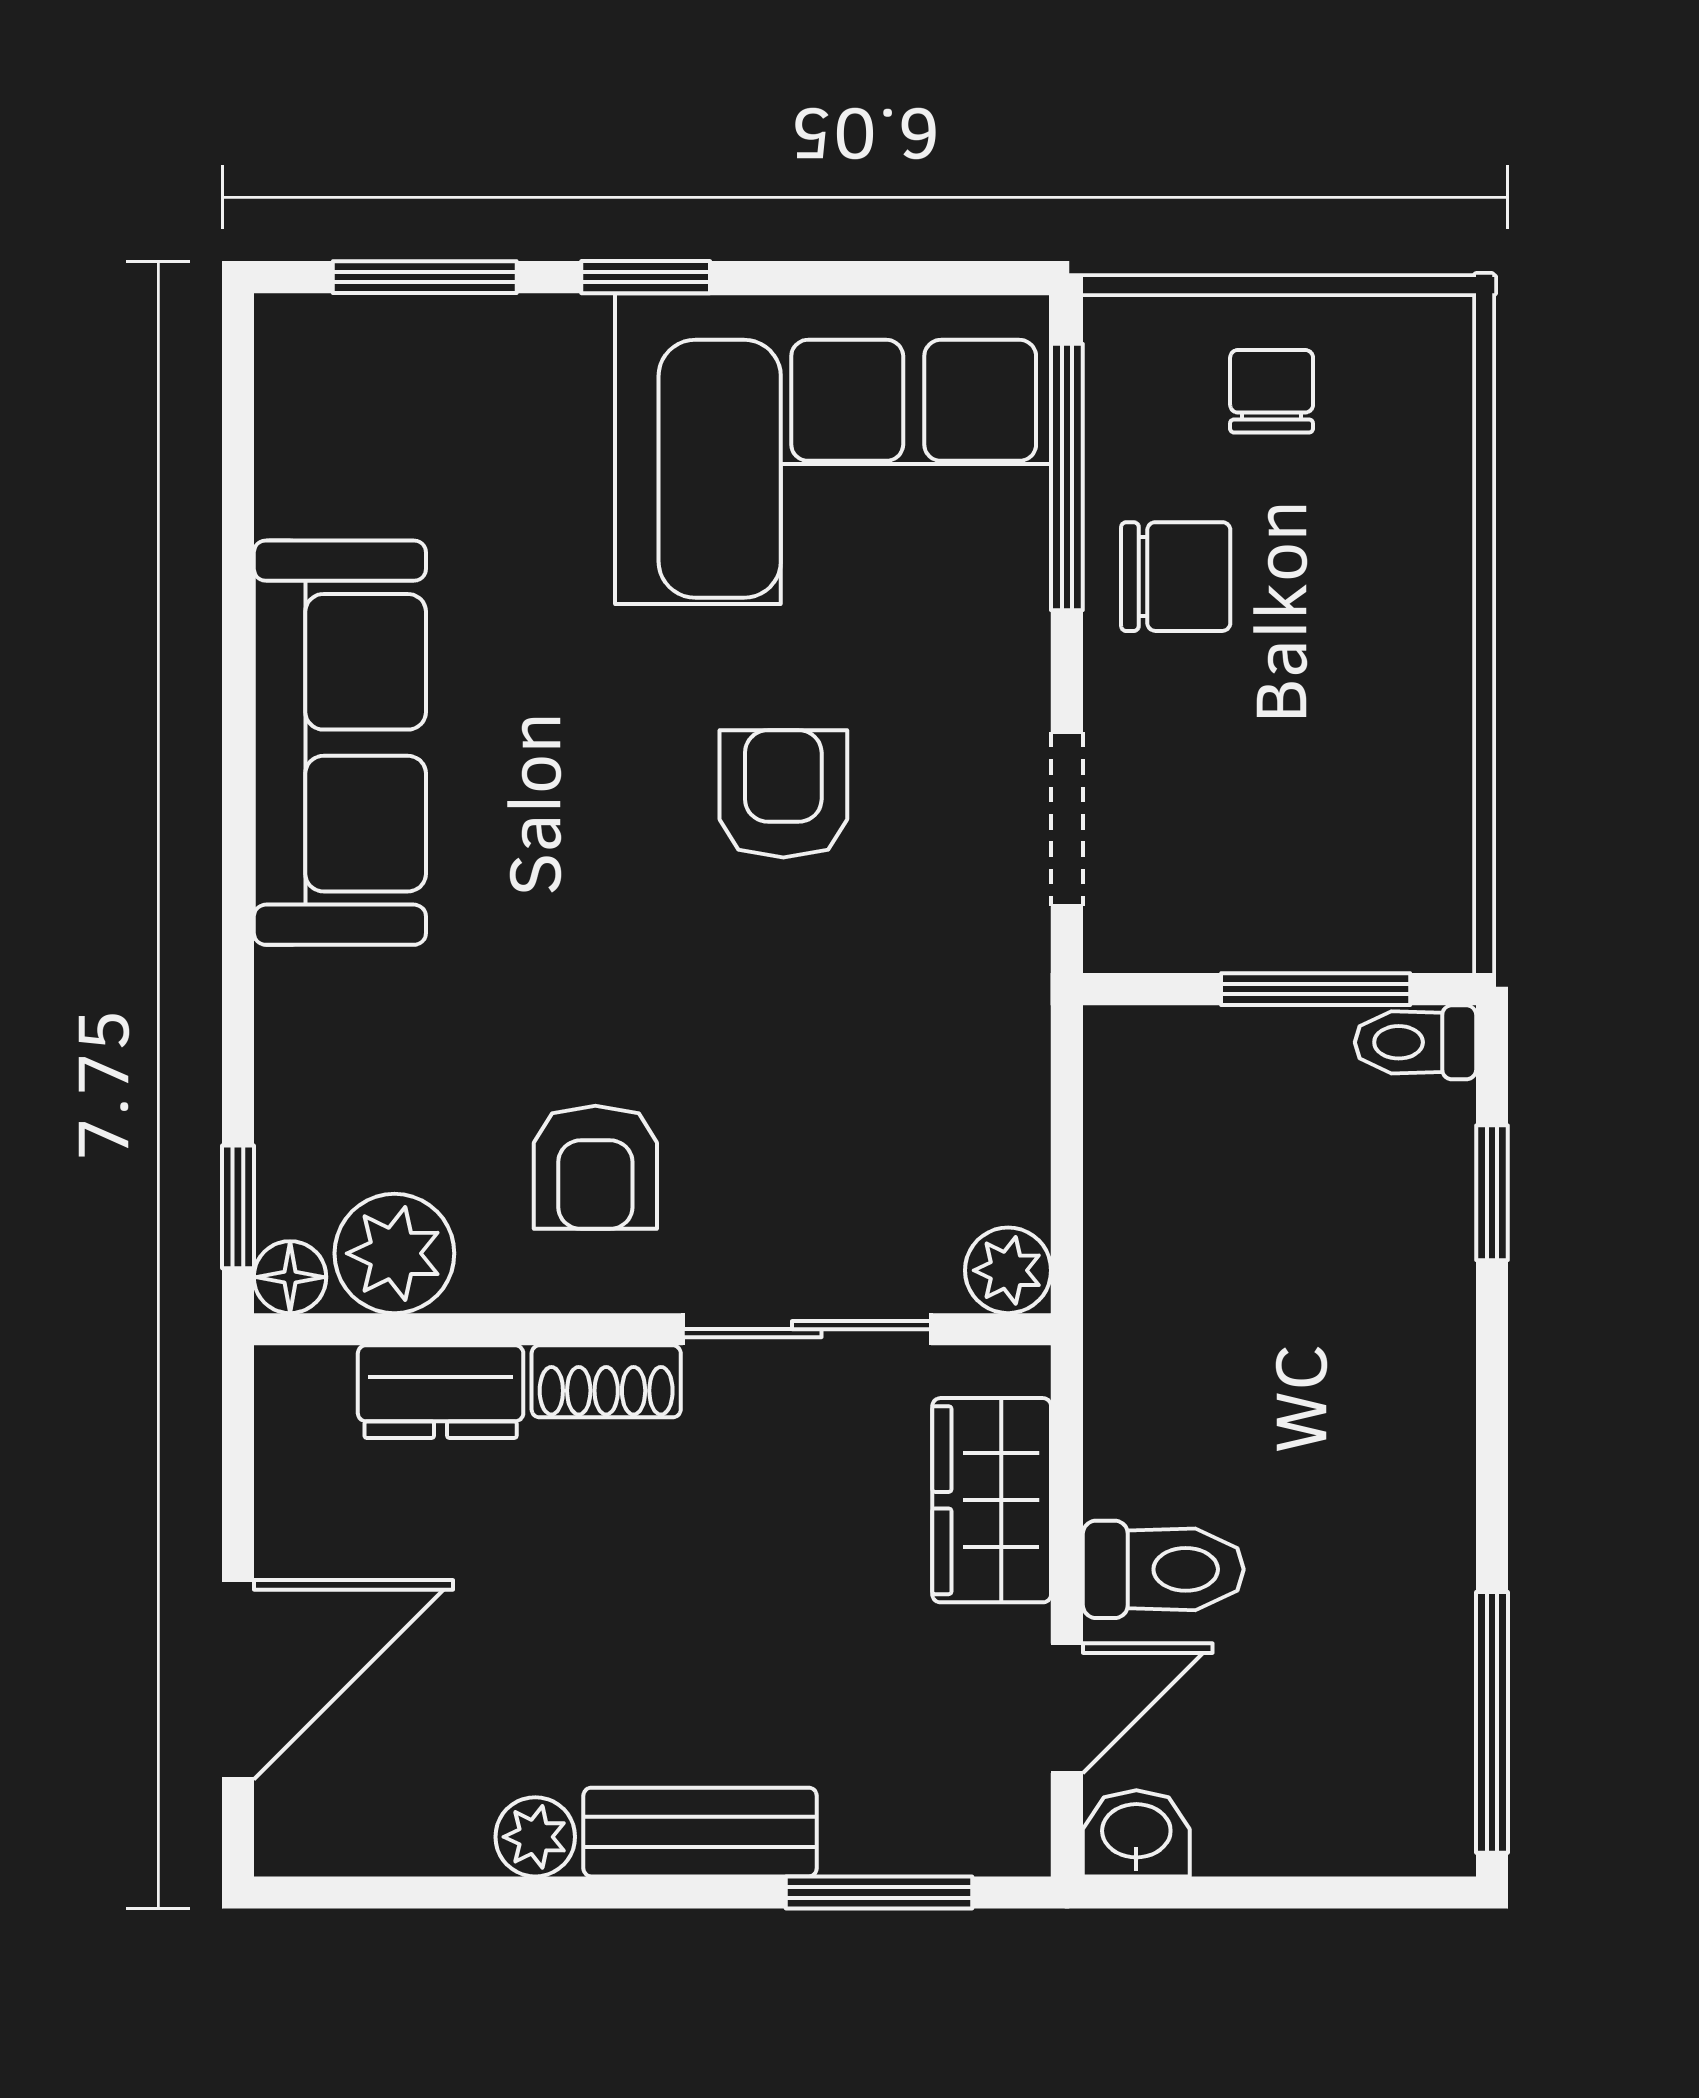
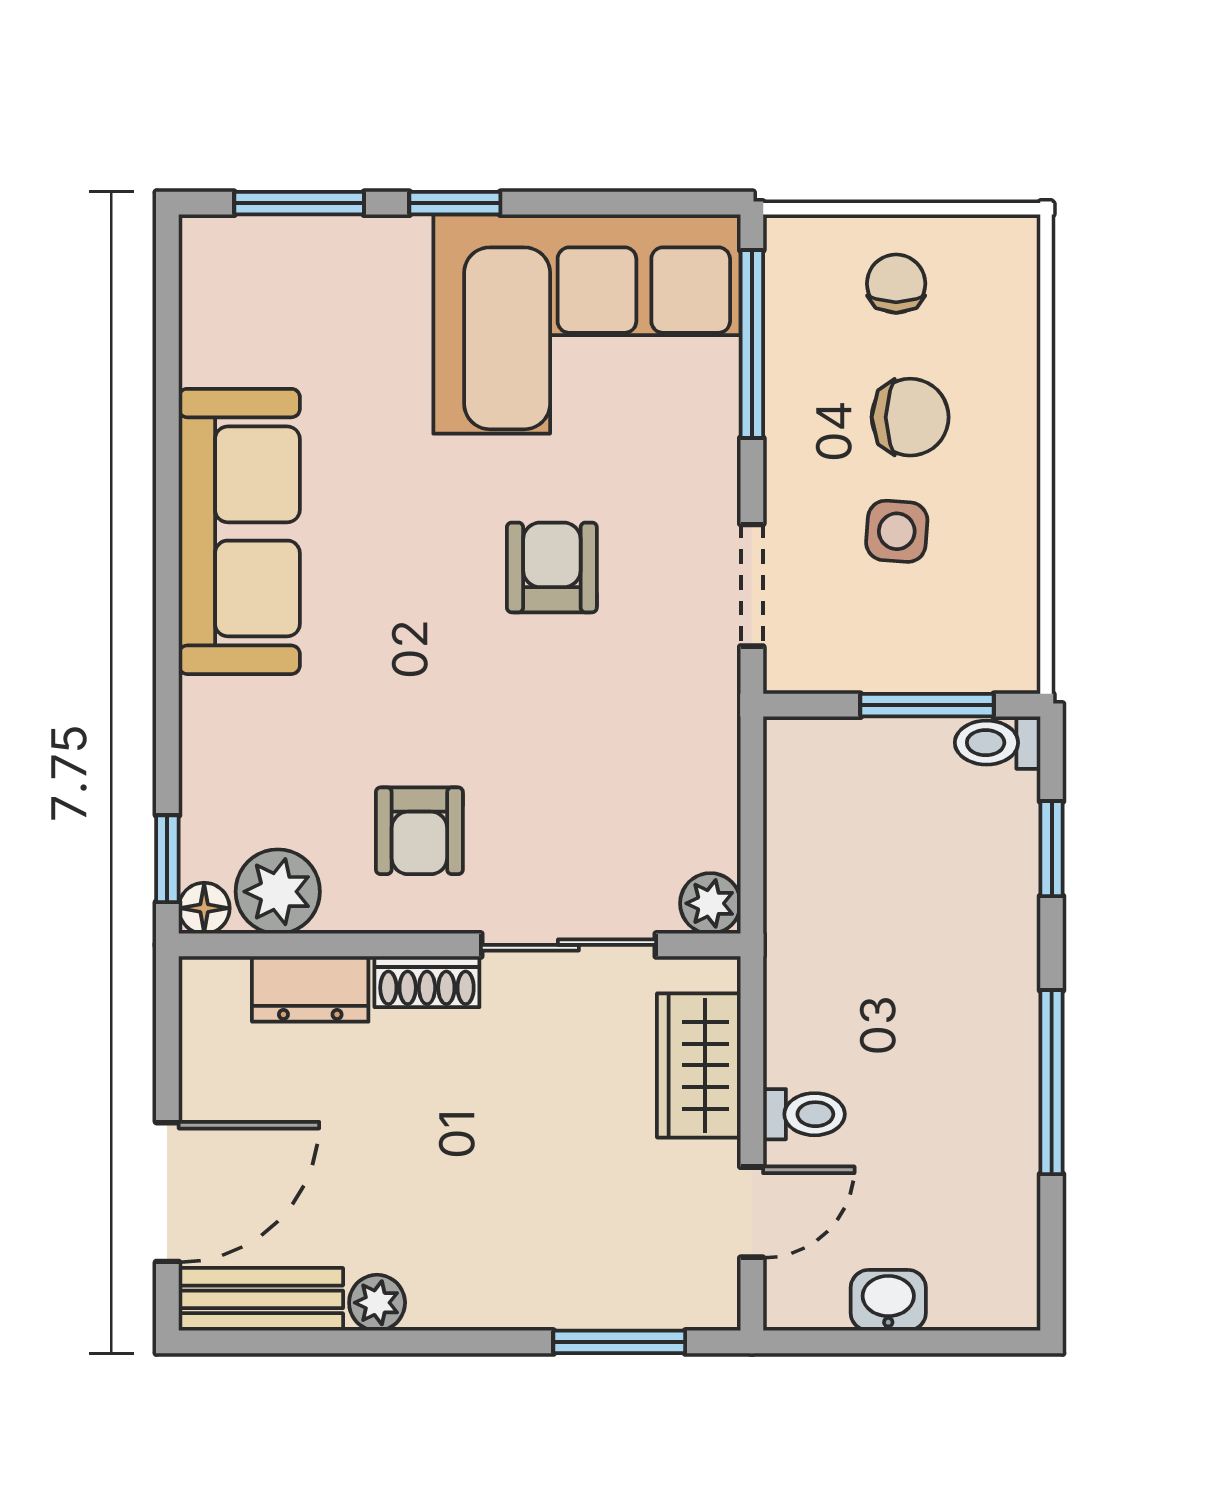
chair: (1176, 577) -> (910, 417), moved
side table: (1273, 743) -> (897, 531), added
toilet: (1163, 1569) -> (804, 1114), width x0.73, depth x0.72
window: (1492, 1722) -> (1052, 1082), moved
bench: (700, 1832) -> (261, 1299), moved
washbasin: (1136, 1833) -> (888, 1300), moved

